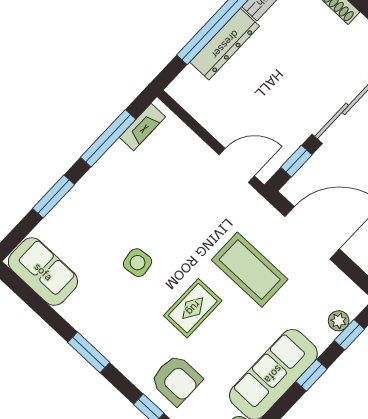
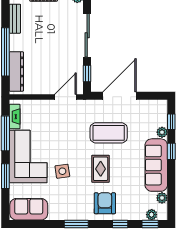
dresser: (225, 44) -> (16, 71), moved
corner sofa: (110, 199) -> (28, 156), added
plant: (339, 321) -> (162, 132), moved
armchair: (176, 380) -> (105, 203), moved, turned -90

